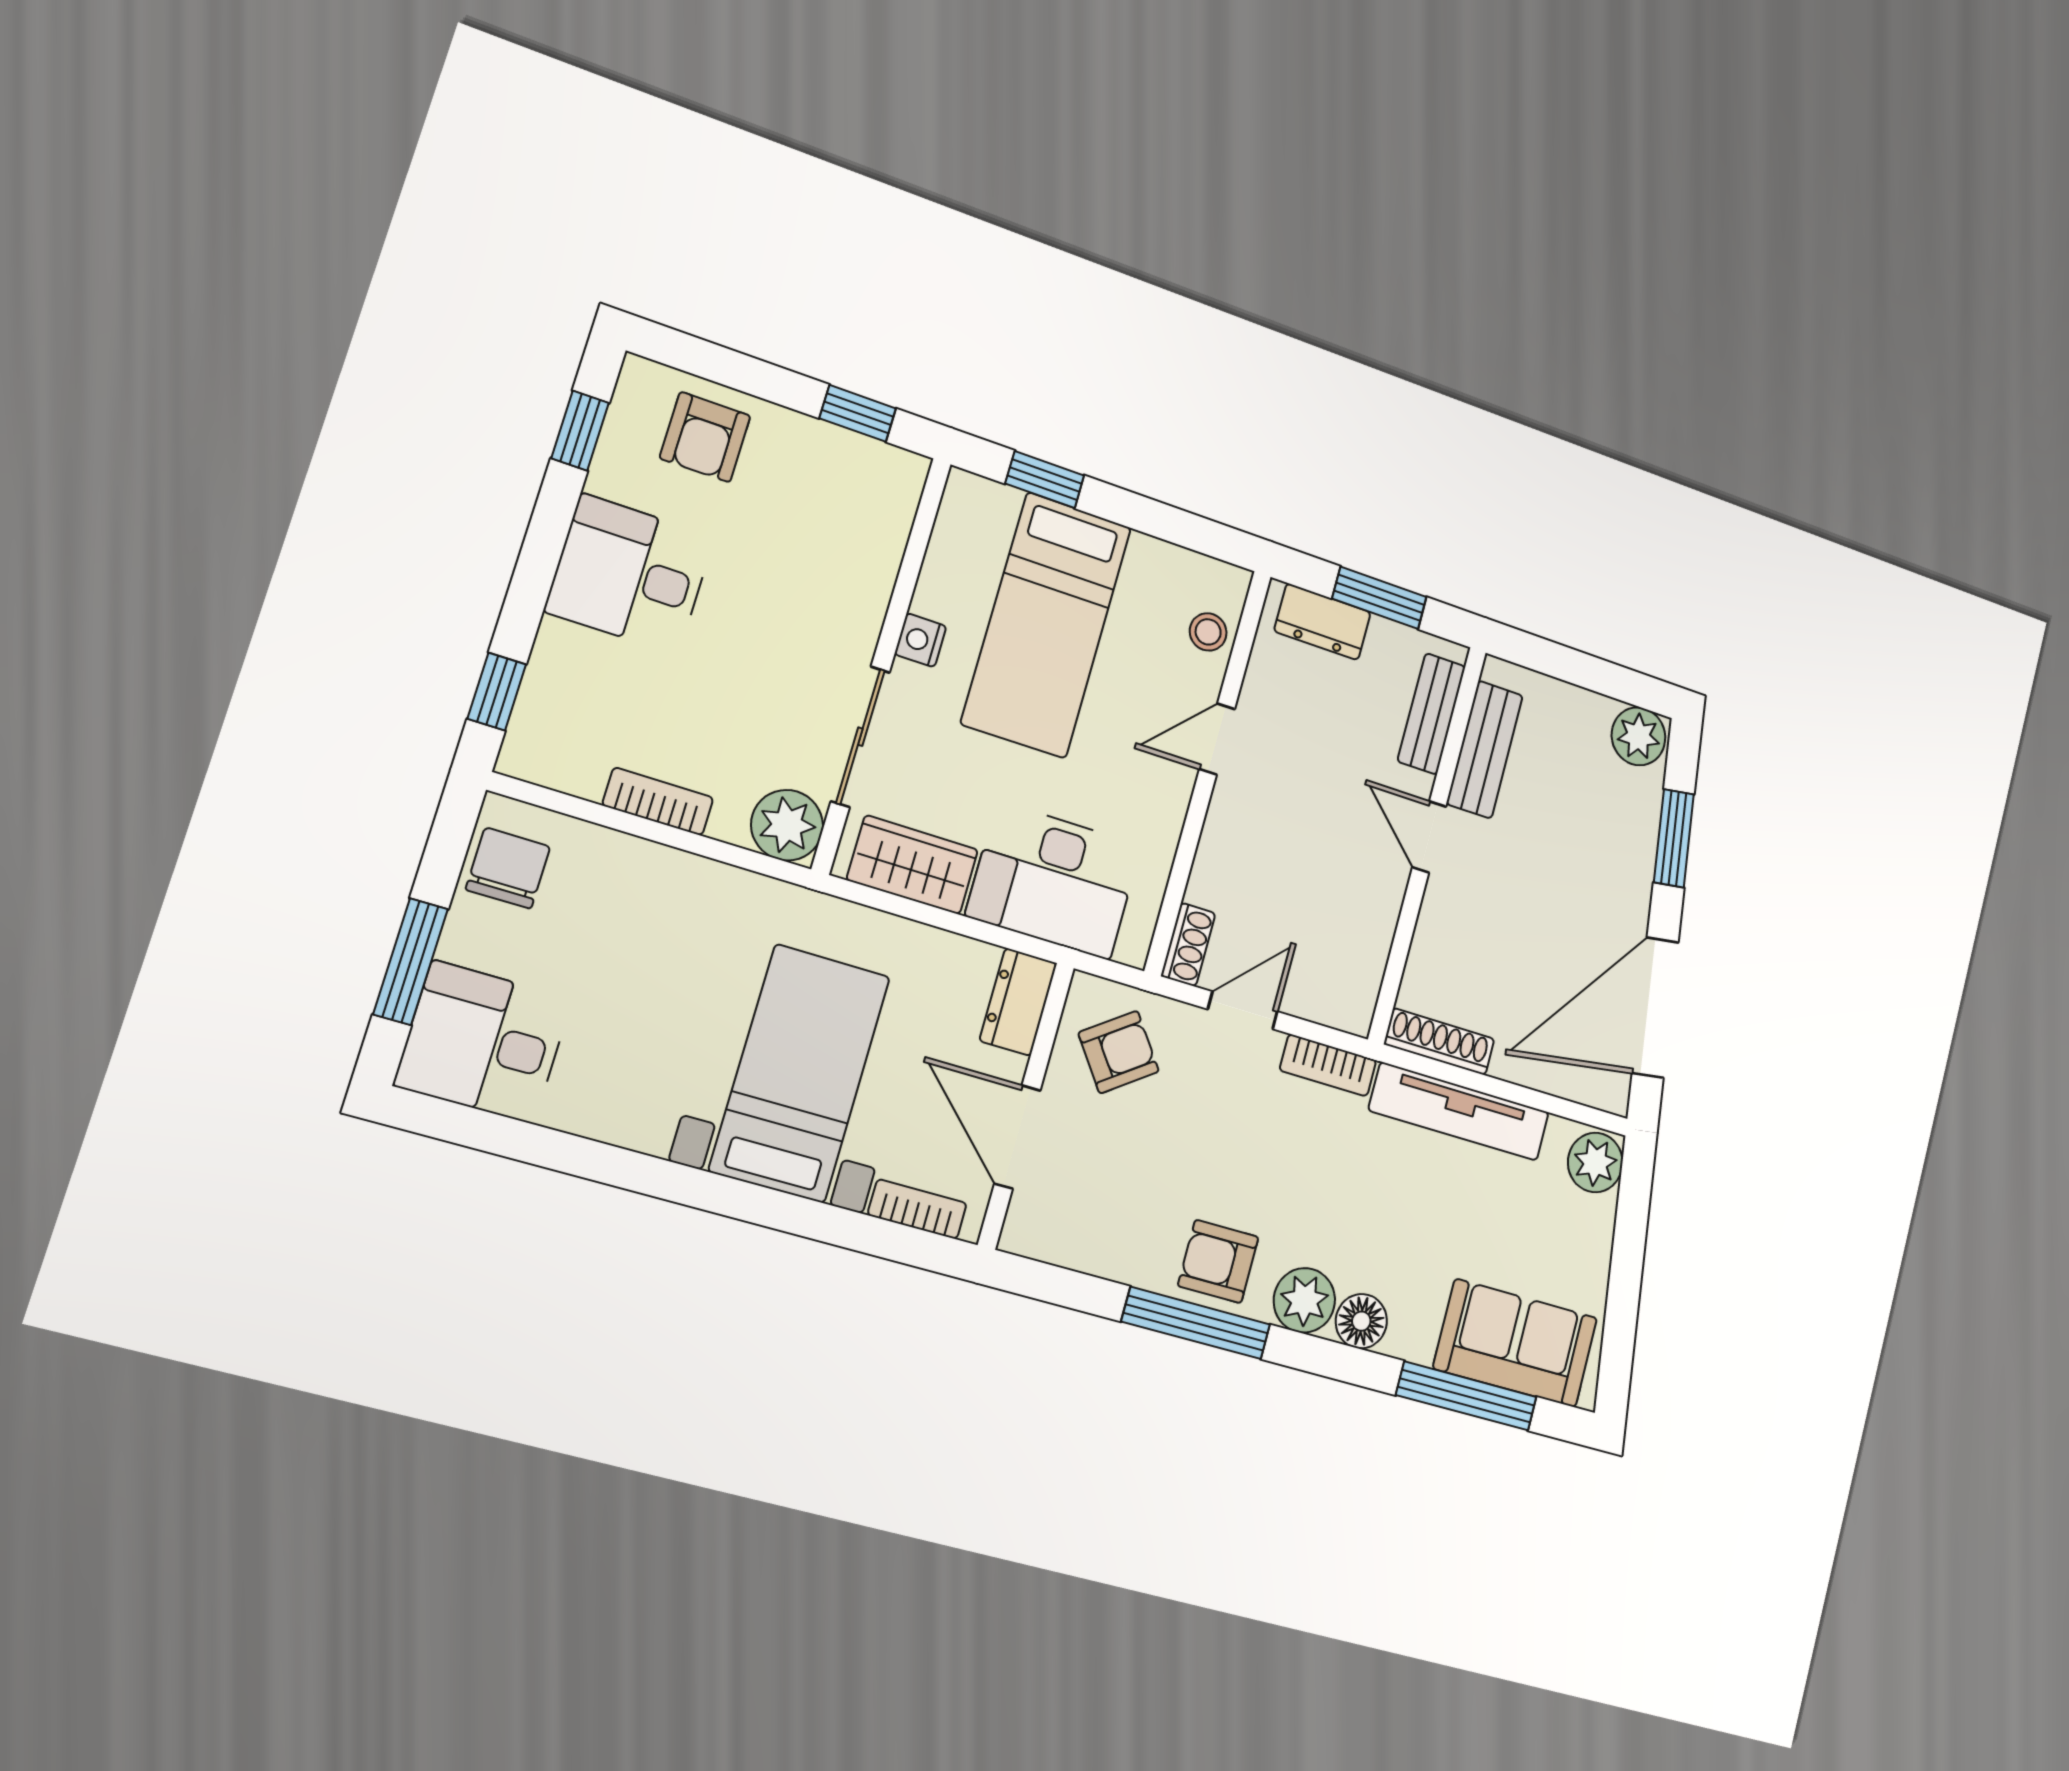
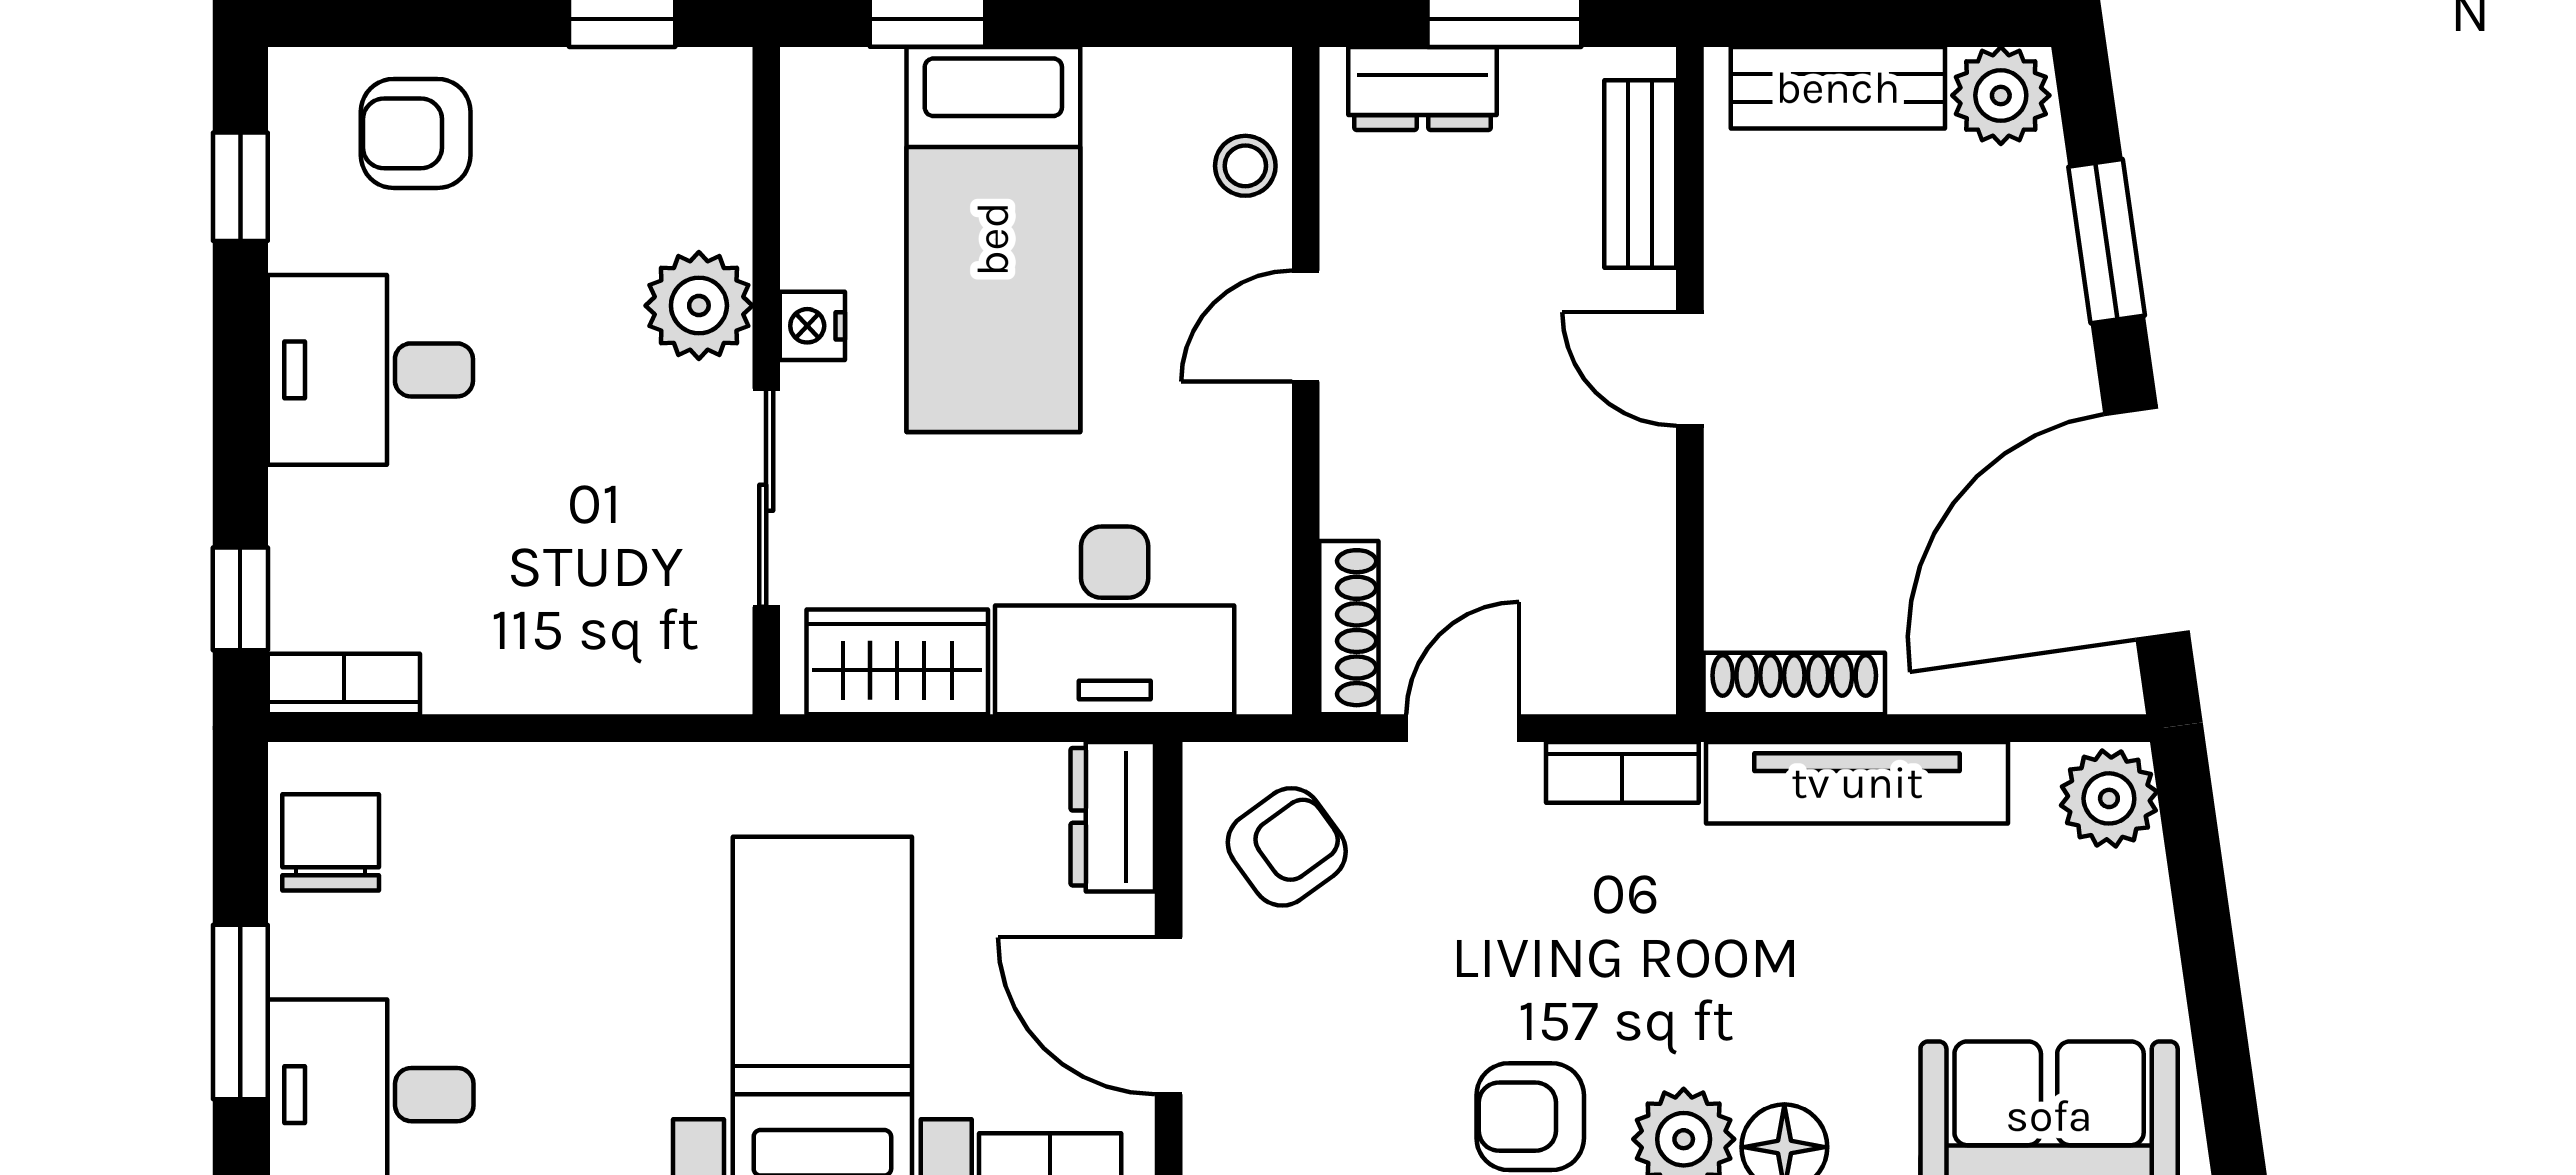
armchair: (705, 437) -> (416, 133), turned 90
bench: (1485, 750) -> (1838, 88), moved, turned 90
bookcase: (658, 801) -> (344, 684), moved
plant: (787, 825) -> (699, 306), moved
shoe rack: (1188, 945) -> (1349, 628), width x1.43

